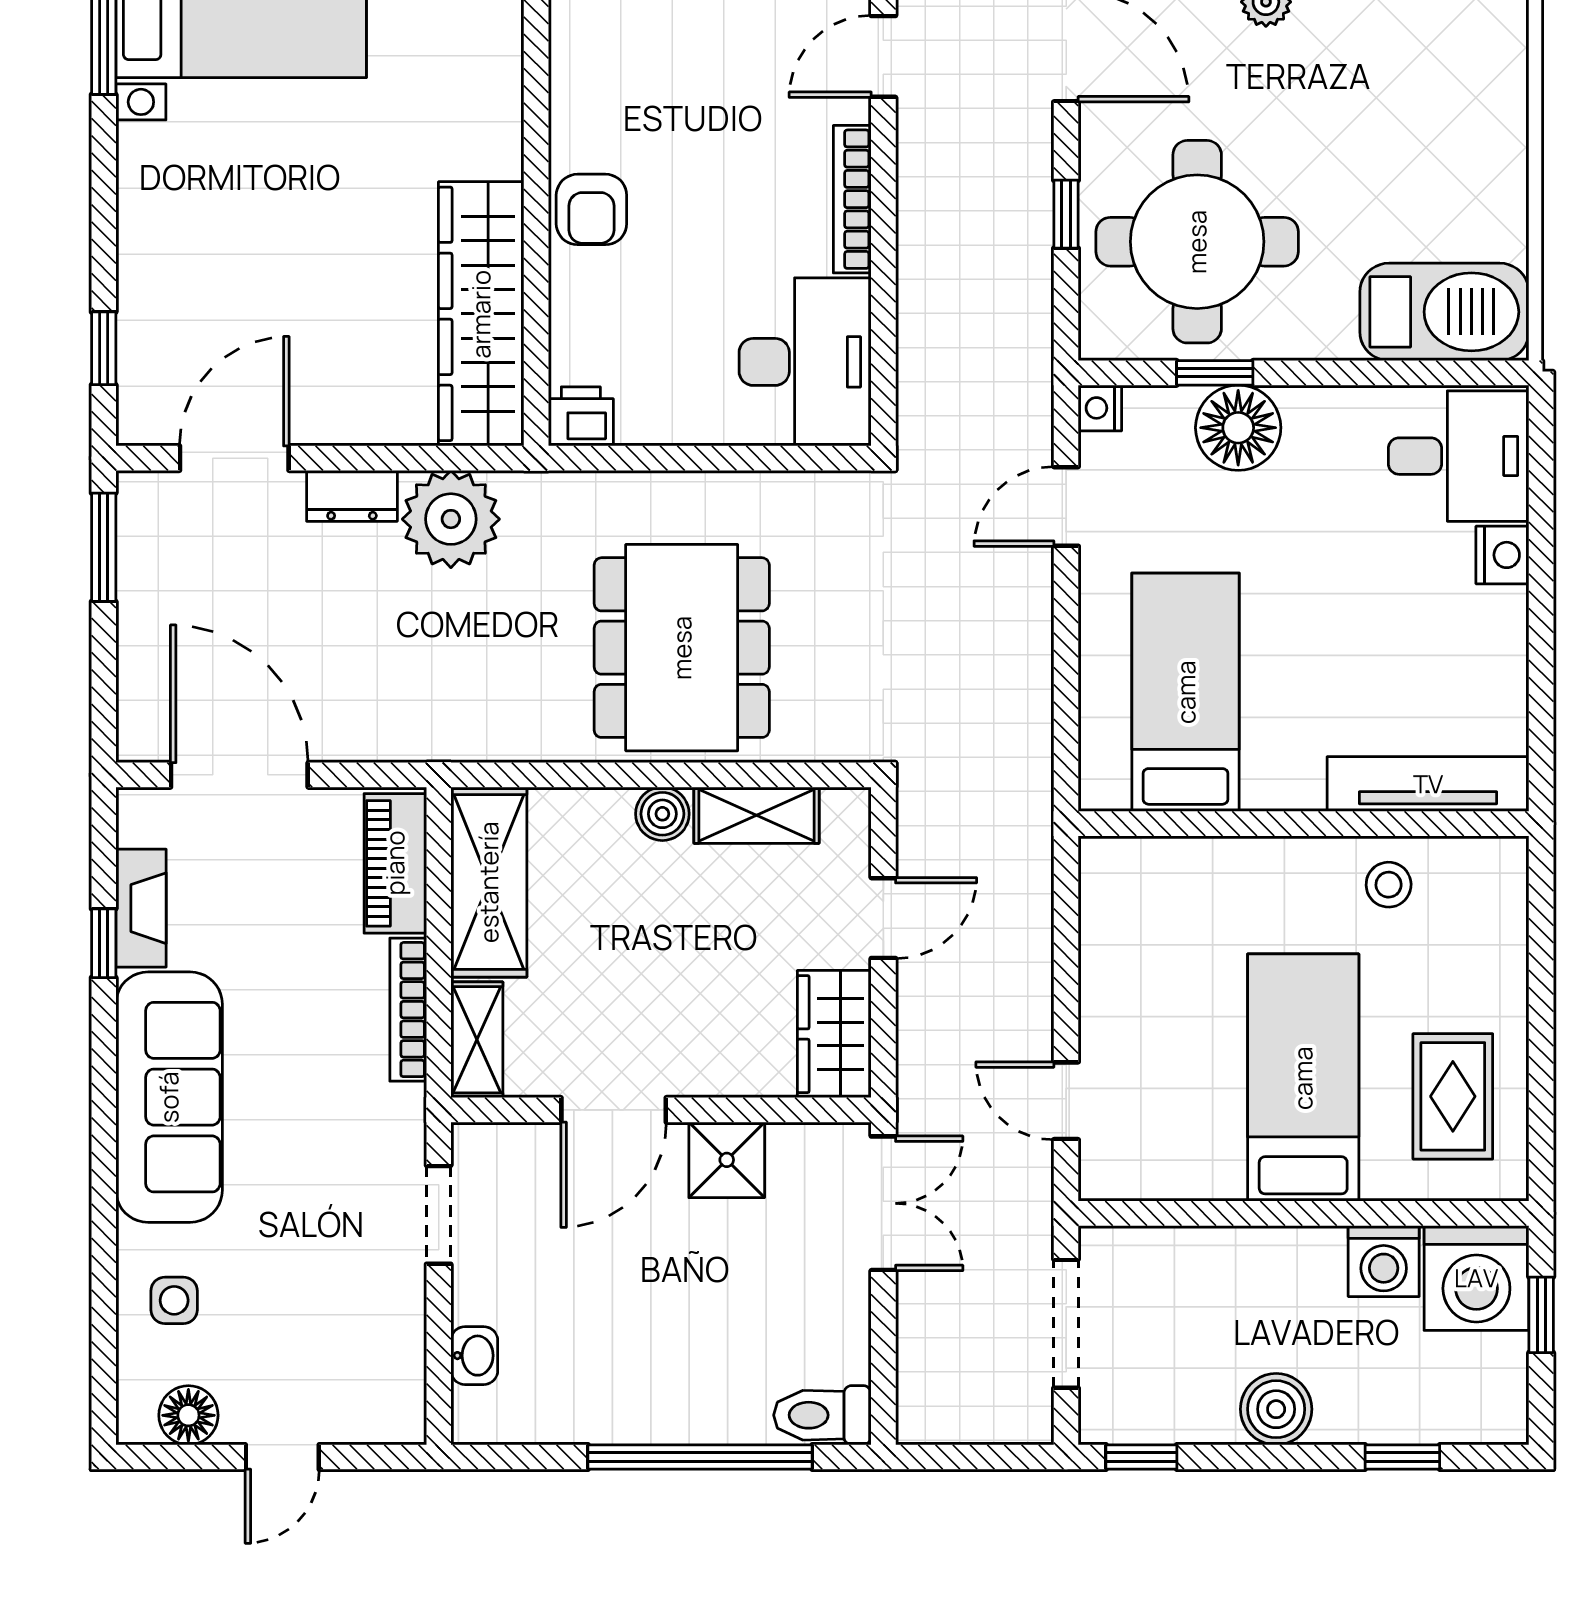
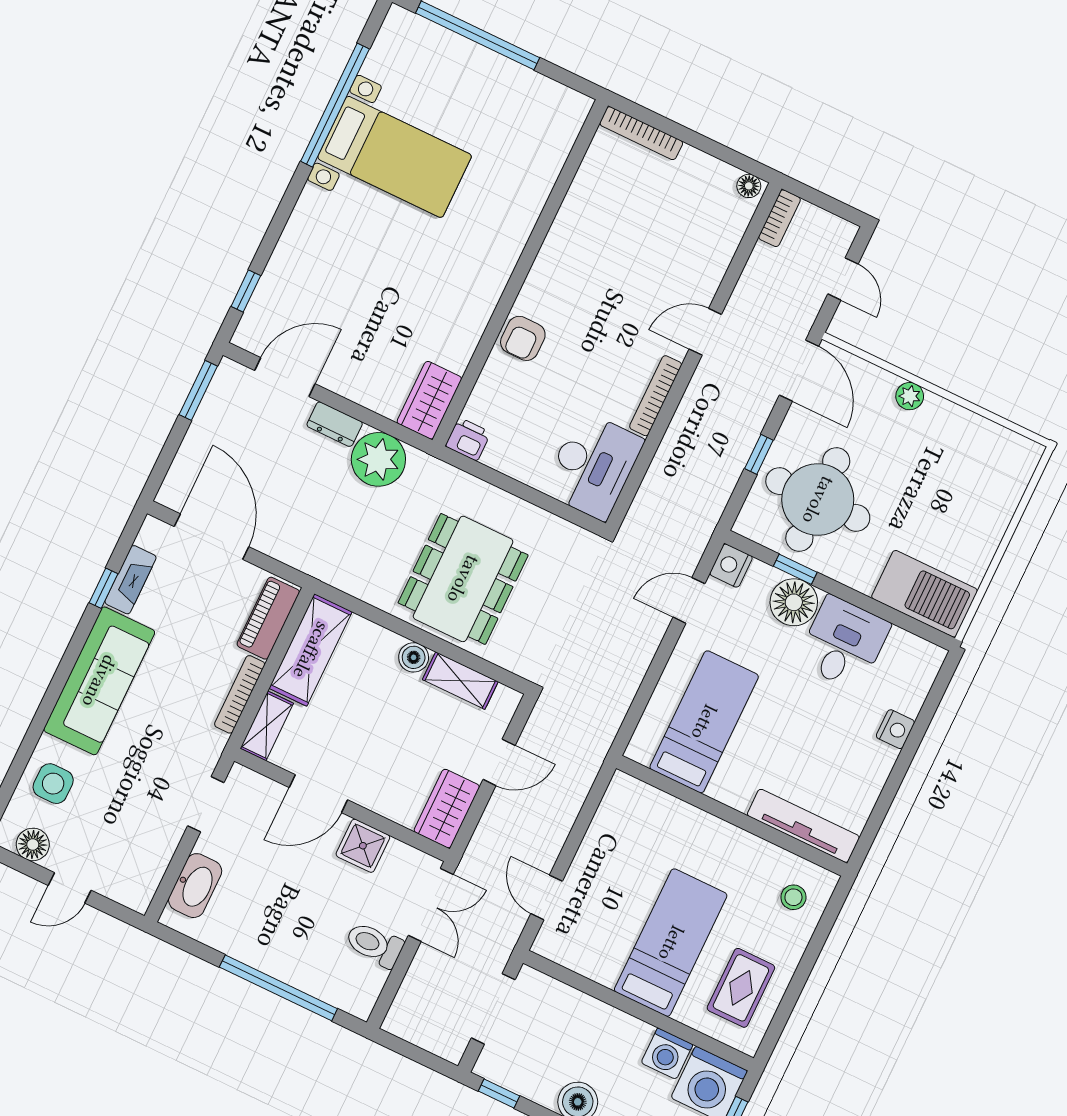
wardrobe: (481, 314) -> (429, 400), width x0.48, depth x0.85
nightstand: (1100, 408) -> (731, 566), width x1.39, depth x1.35
desk: (1459, 456) -> (843, 643), moved, turned -90
stool: (1389, 885) -> (793, 897), moved
side table: (174, 1300) -> (53, 784), width x1.37, depth x1.37
washbasin: (474, 1356) -> (195, 886), width x1.91, depth x1.45
toilet: (822, 1415) -> (374, 944), moved

